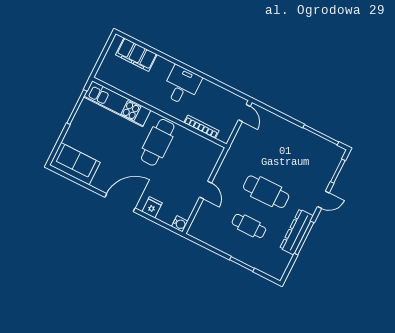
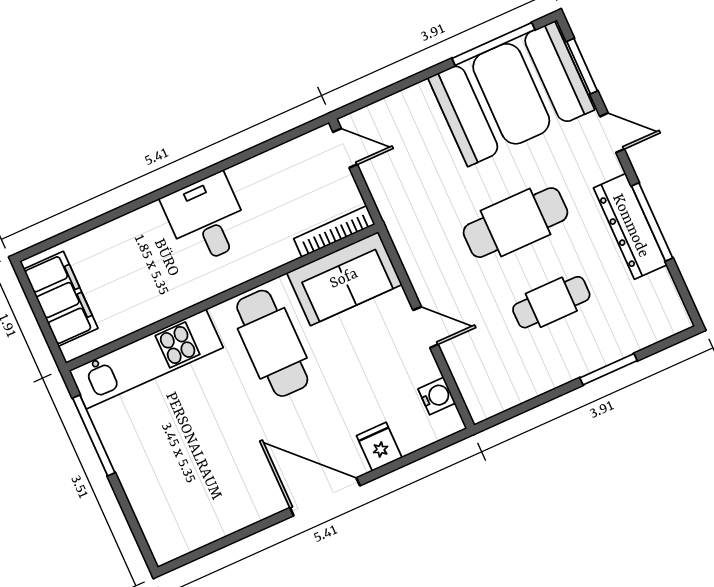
filing cabinet: (136, 55) -> (61, 299), moved, turned -90
bookcase: (201, 127) -> (334, 232), moved
booth: (309, 155) -> (511, 94), added
sofa: (75, 164) -> (344, 279), moved, turned 180
door: (323, 200) -> (612, 133), hinge flipped
door: (120, 203) -> (325, 497), hinge flipped
water cooler: (180, 224) -> (437, 396), moved

